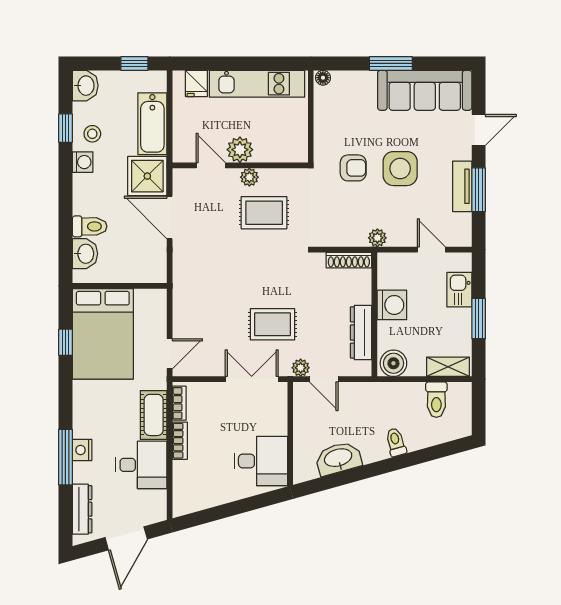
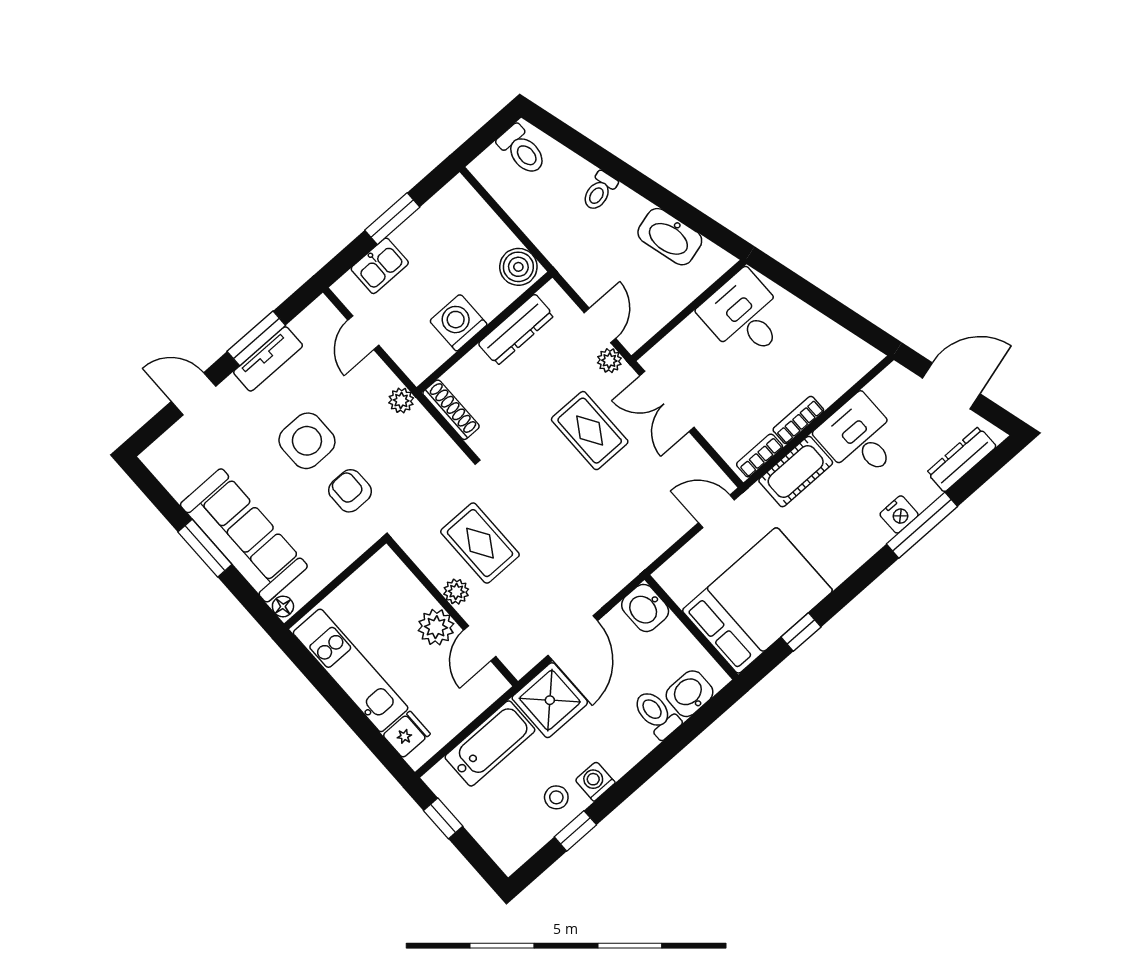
washbasin: (85, 86) -> (645, 608), moved, turned -90
sofa: (425, 90) -> (244, 535), moved
shelving: (448, 367) -> (471, 206), removed
toilet: (436, 400) -> (522, 150), moved, turned 90

